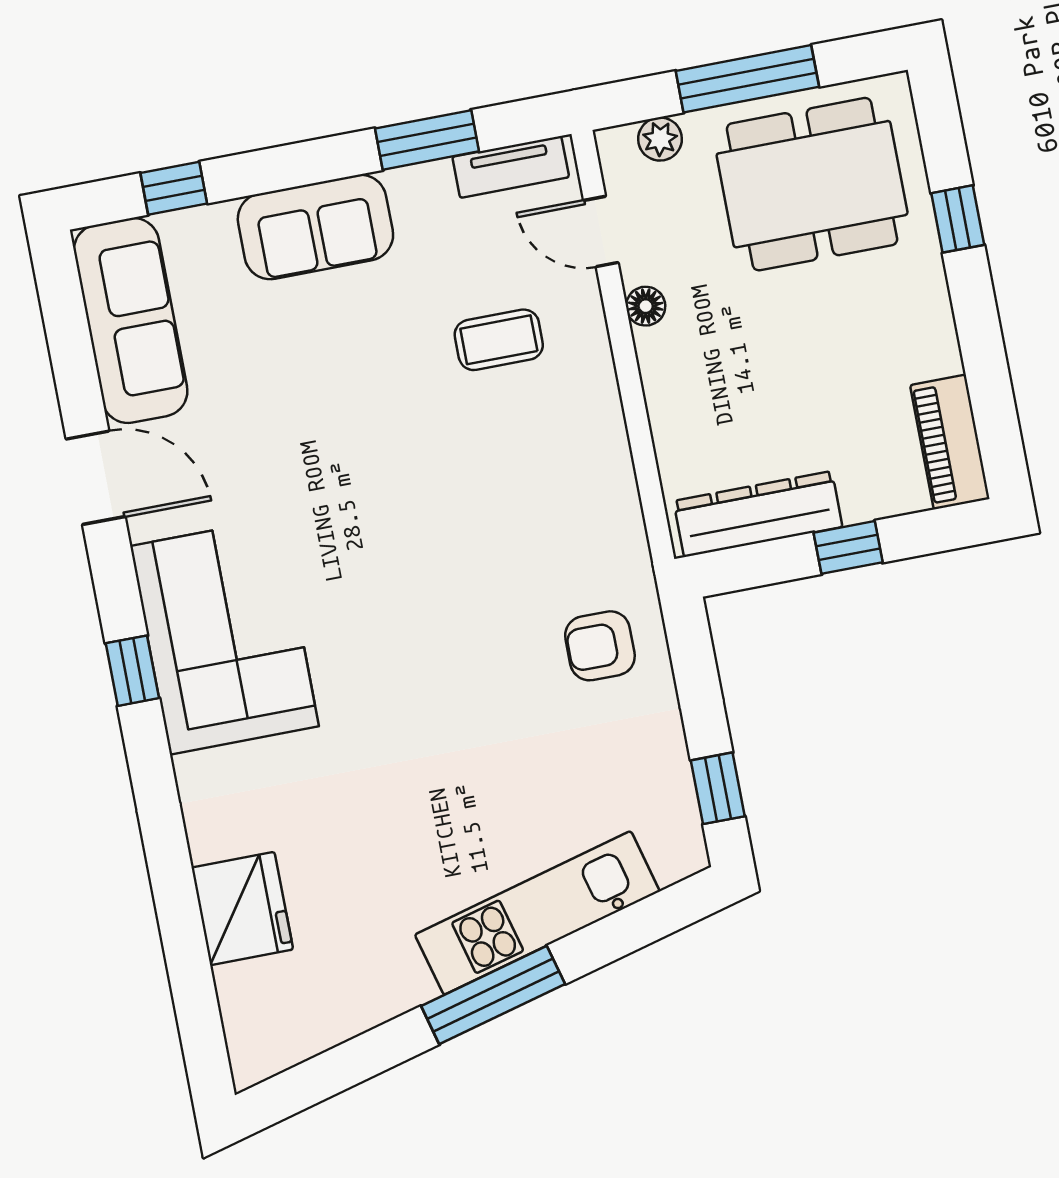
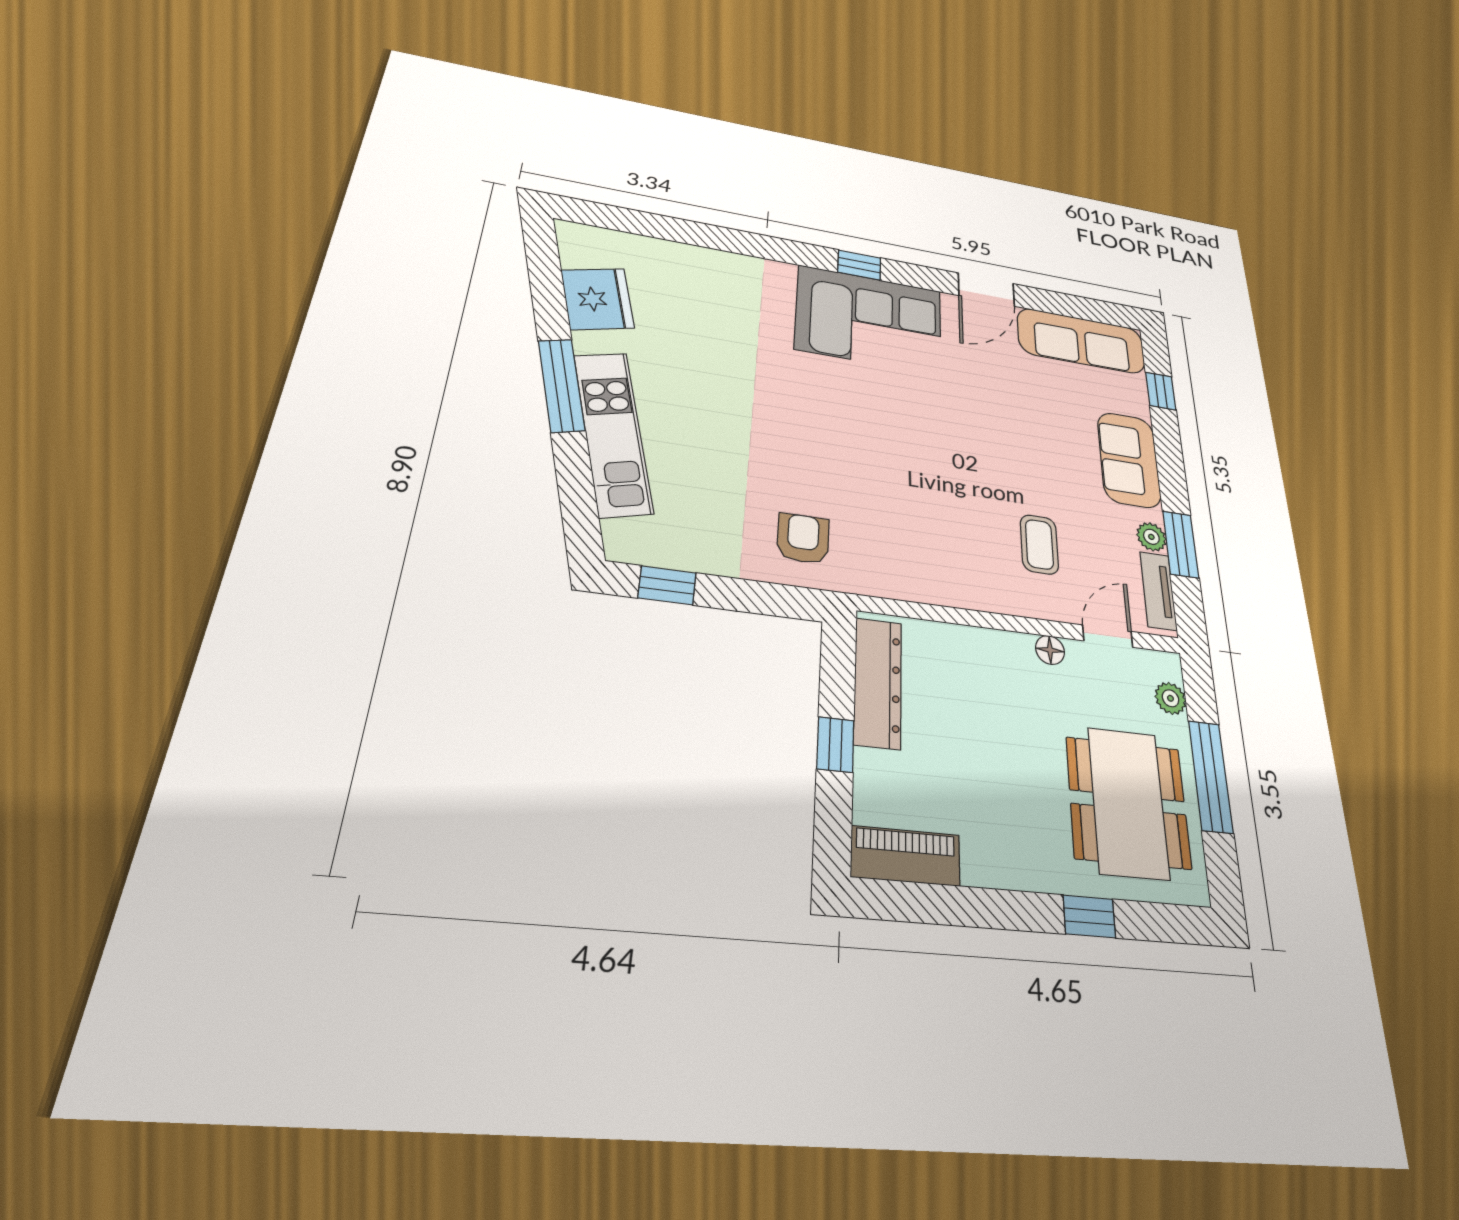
plant: (430, 183) -> (1151, 537), added
fridge: (242, 909) -> (597, 299), moved, turned -105

